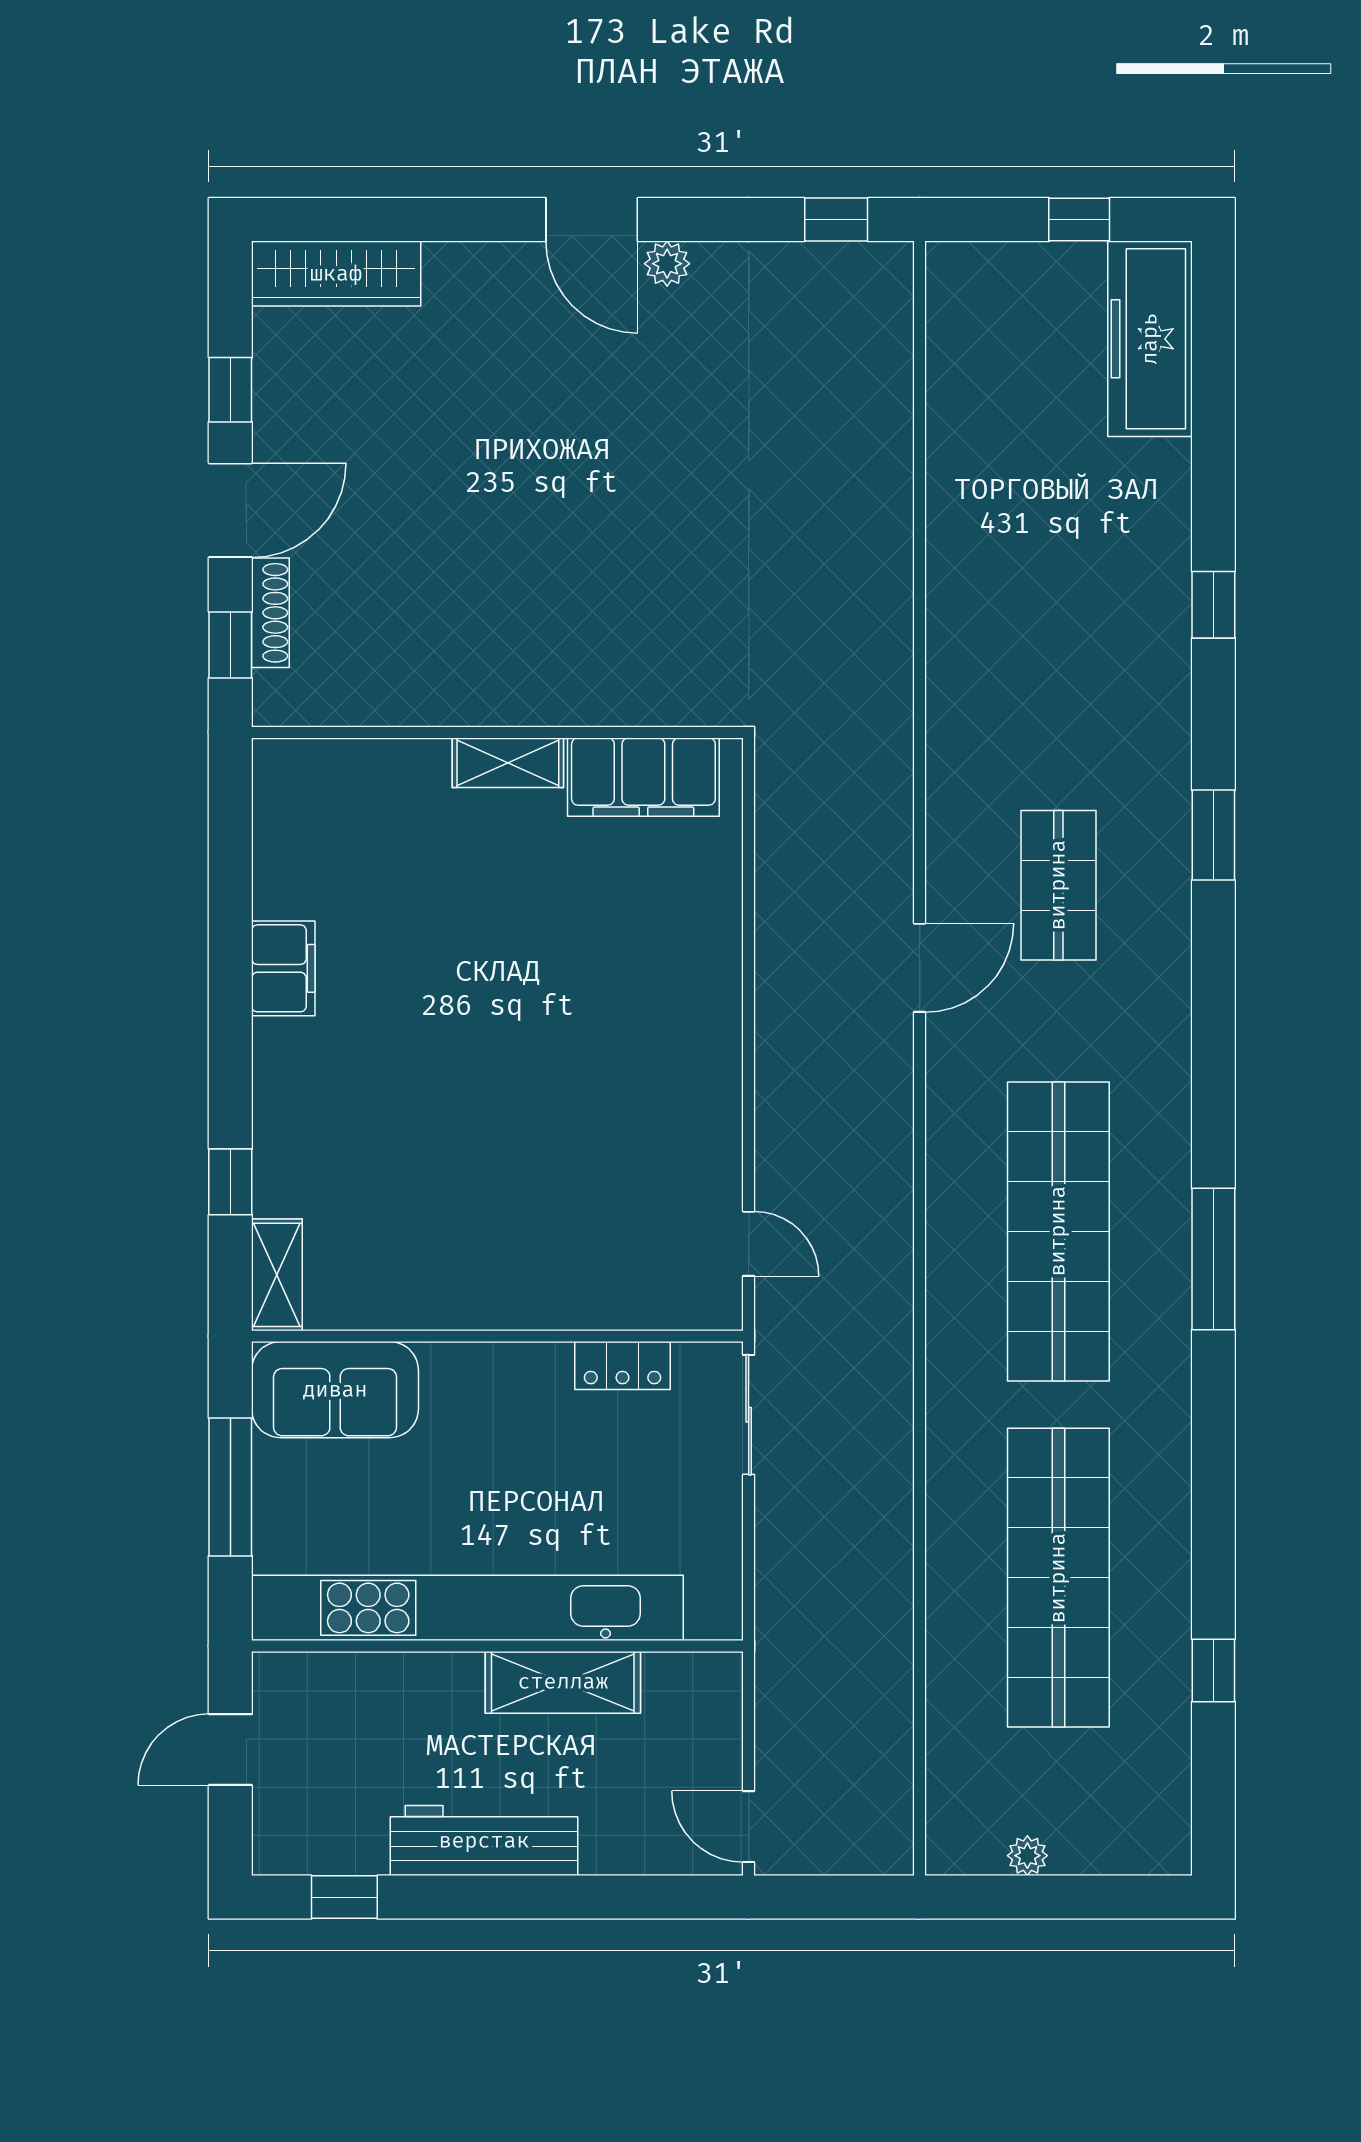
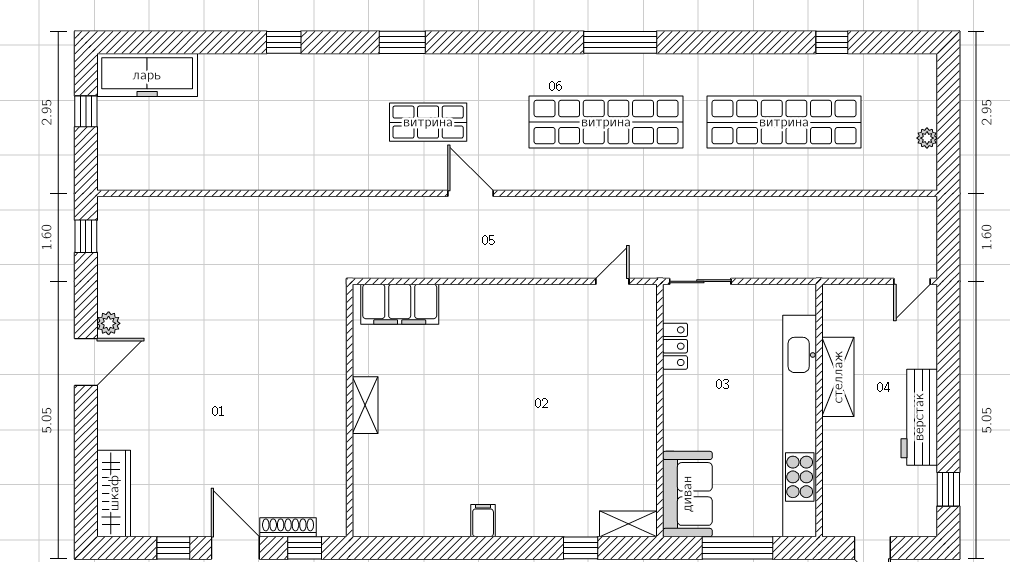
filing cabinet: (643, 777) -> (400, 304), moved, turned 90
filing cabinet: (283, 968) -> (483, 521), width x0.50

